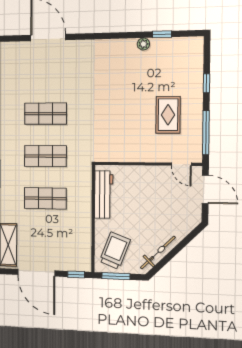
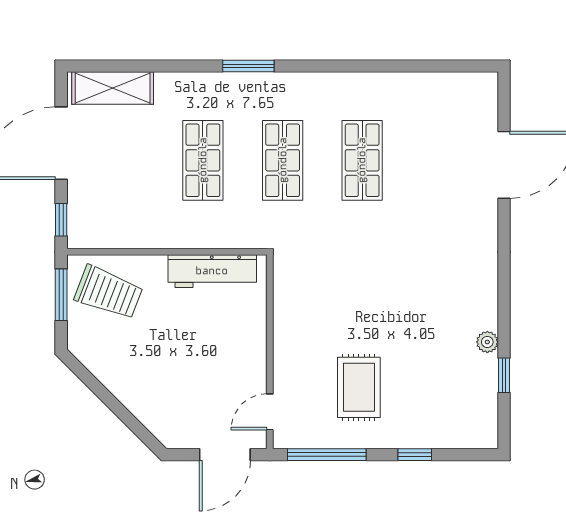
rug: (168, 115) -> (359, 387), turned 90
bicycle: (158, 253) -> (108, 371), removed

